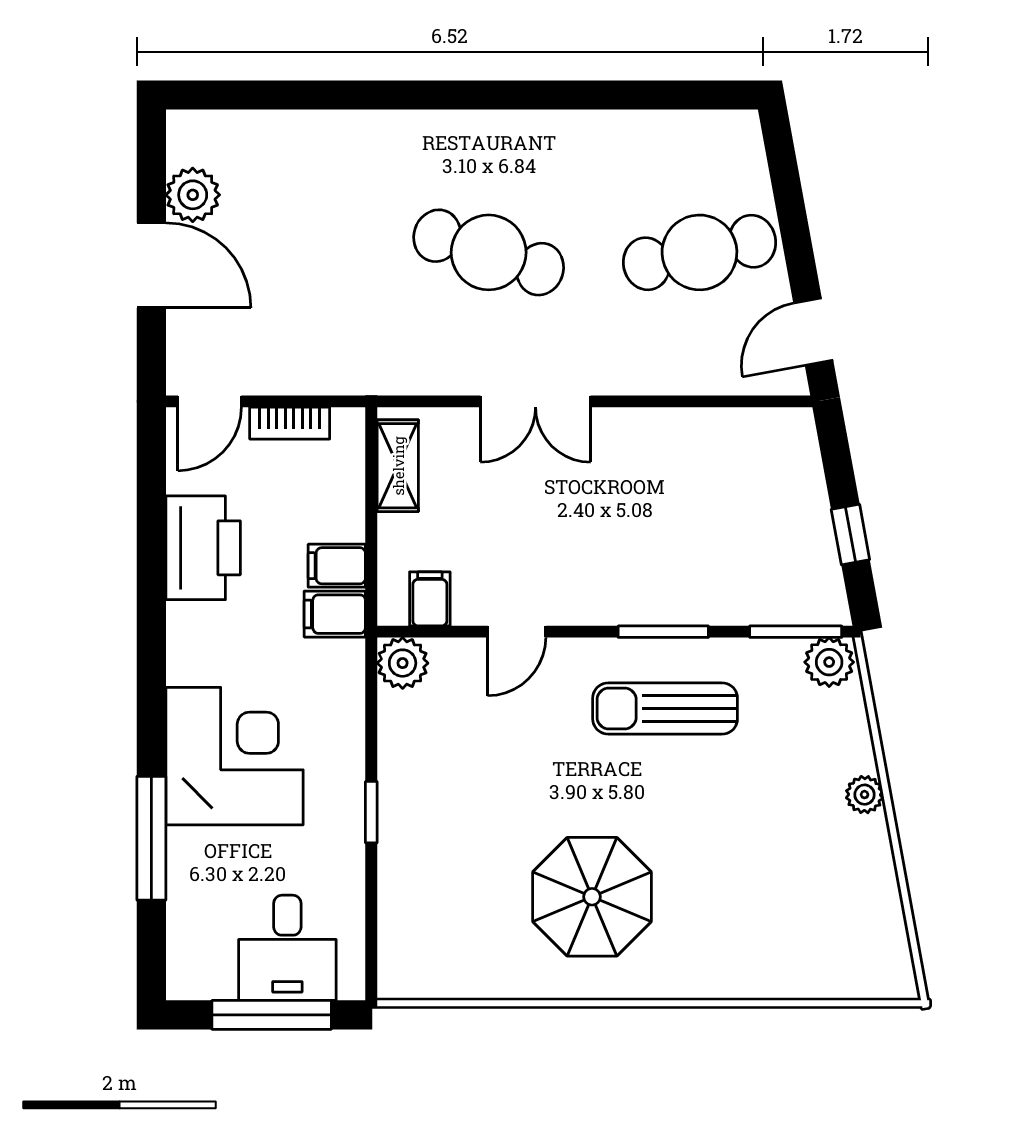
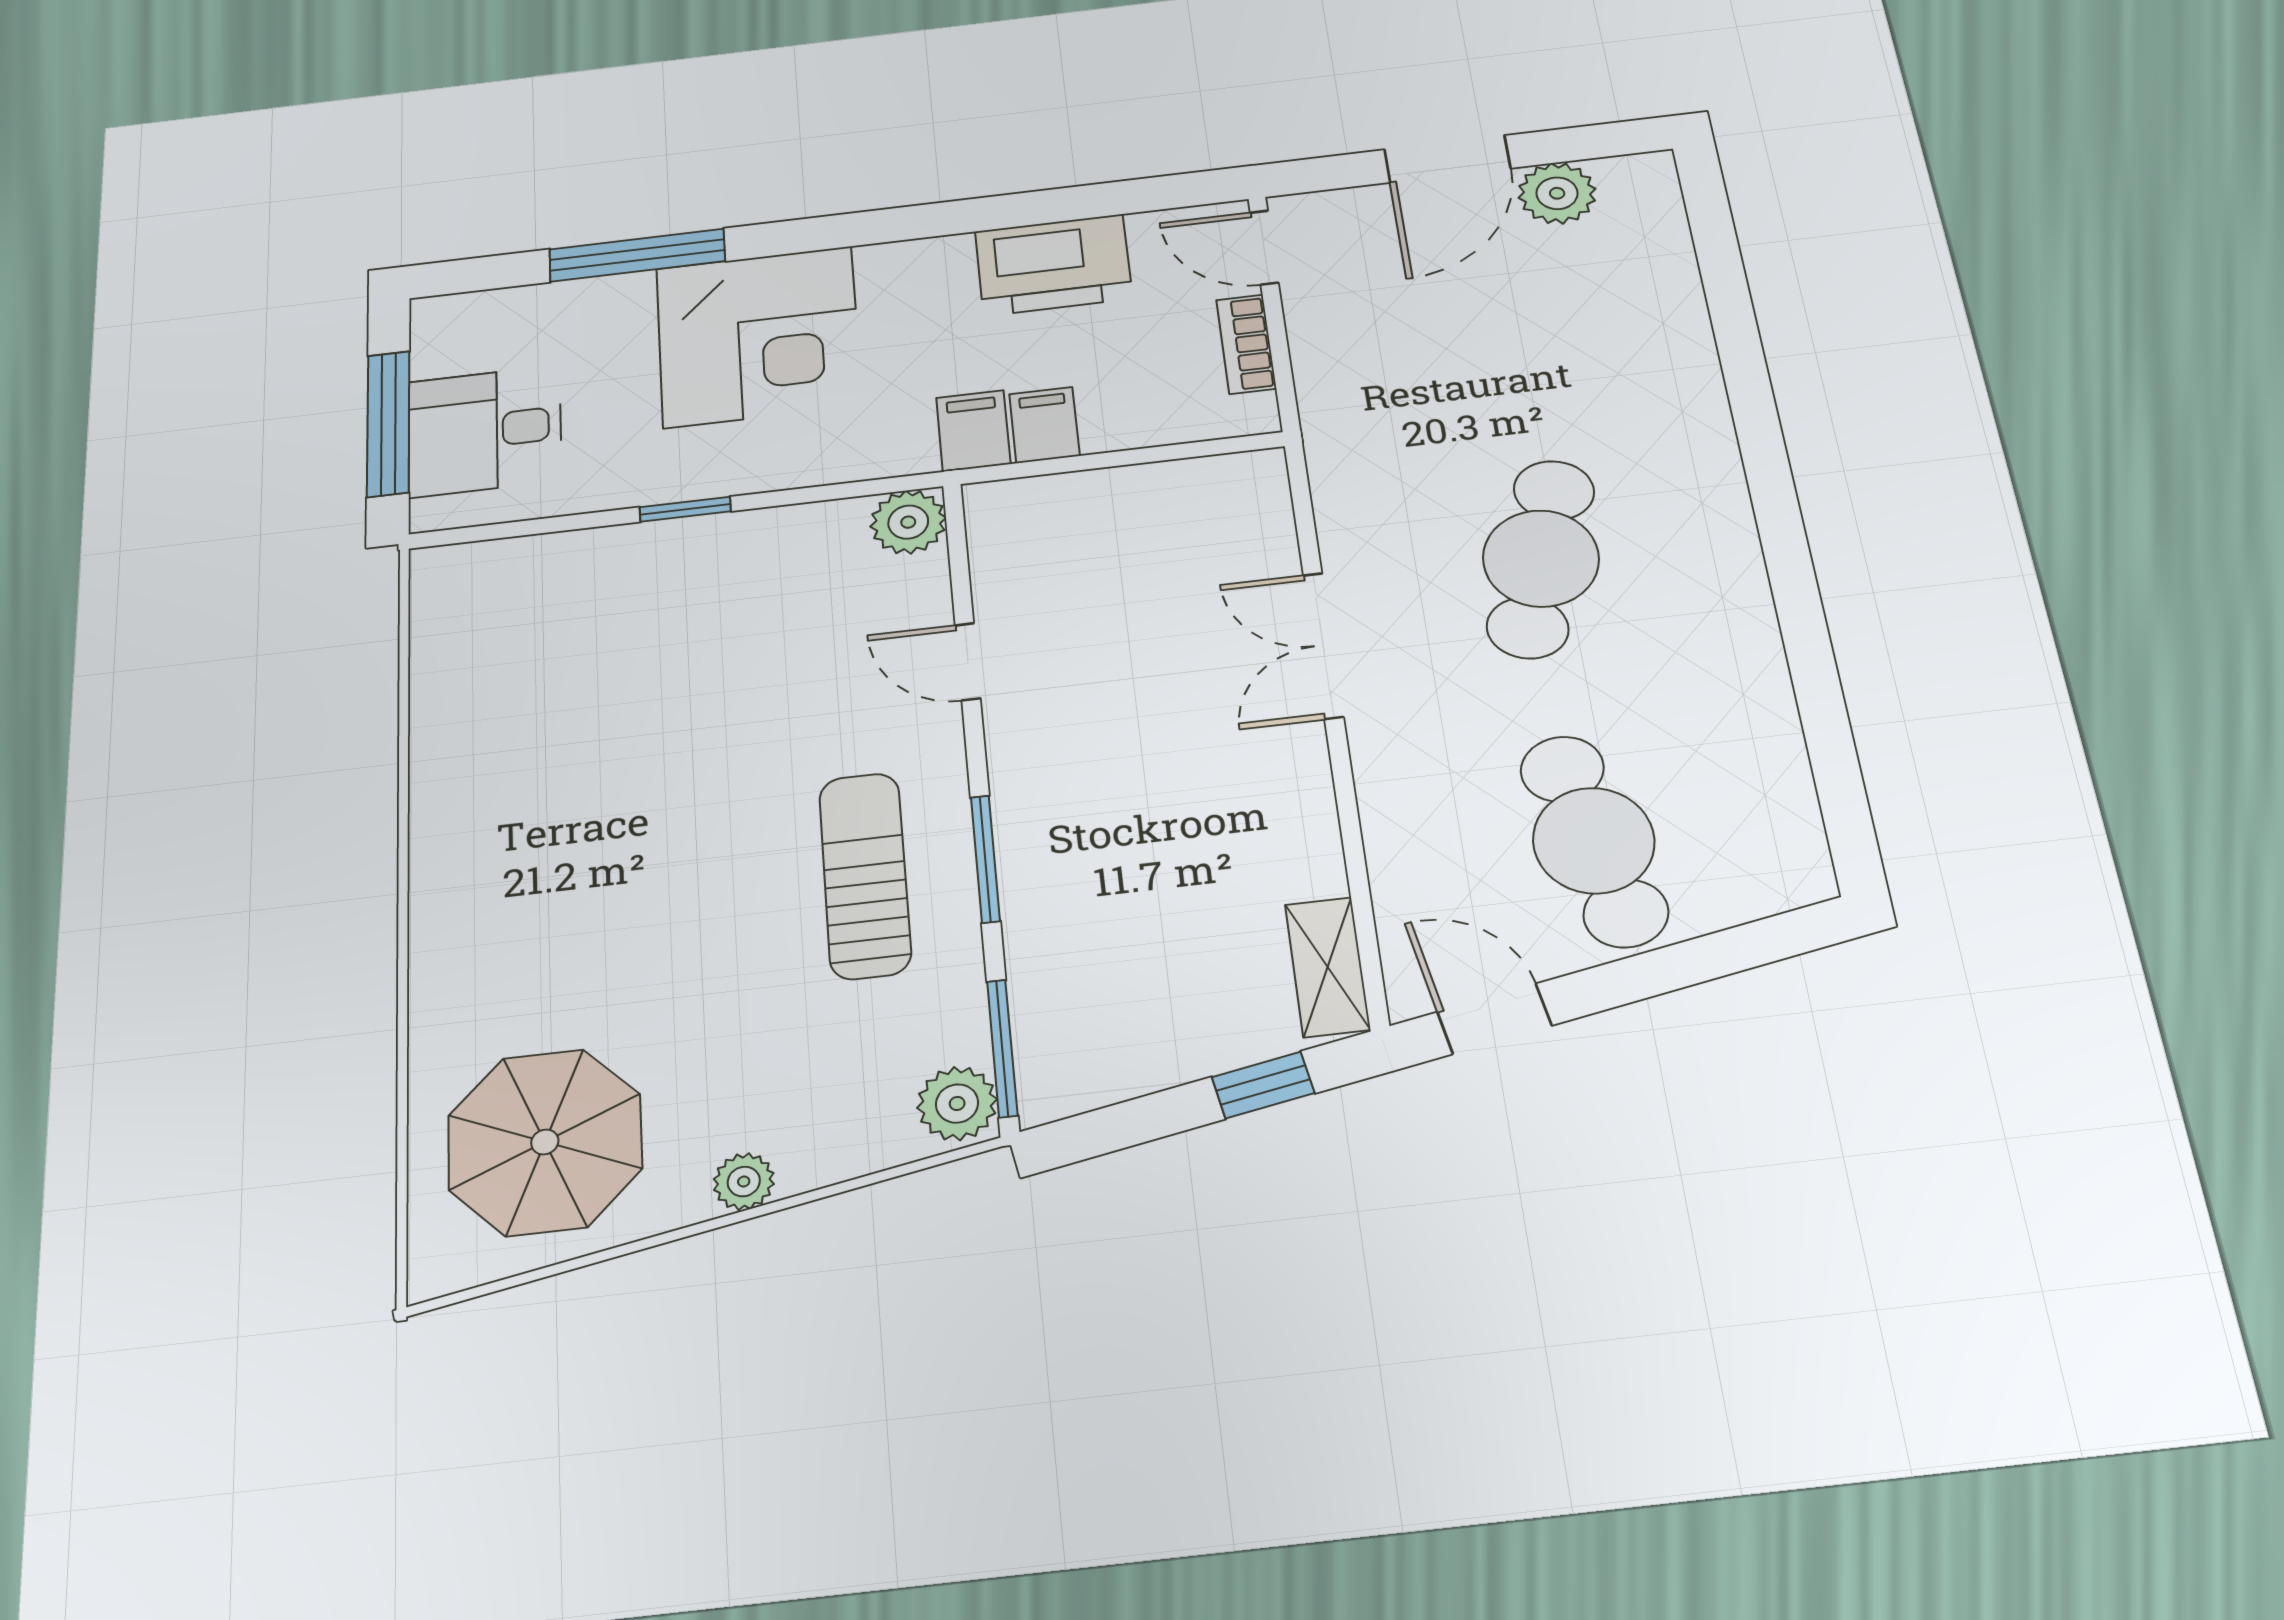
shelving: (398, 466) -> (1328, 967), moved, turned 90
window: (850, 535) -> (1263, 1085), moved
filing cabinet: (430, 599) -> (1007, 545), removed
parasol: (592, 897) -> (545, 1142), moved

